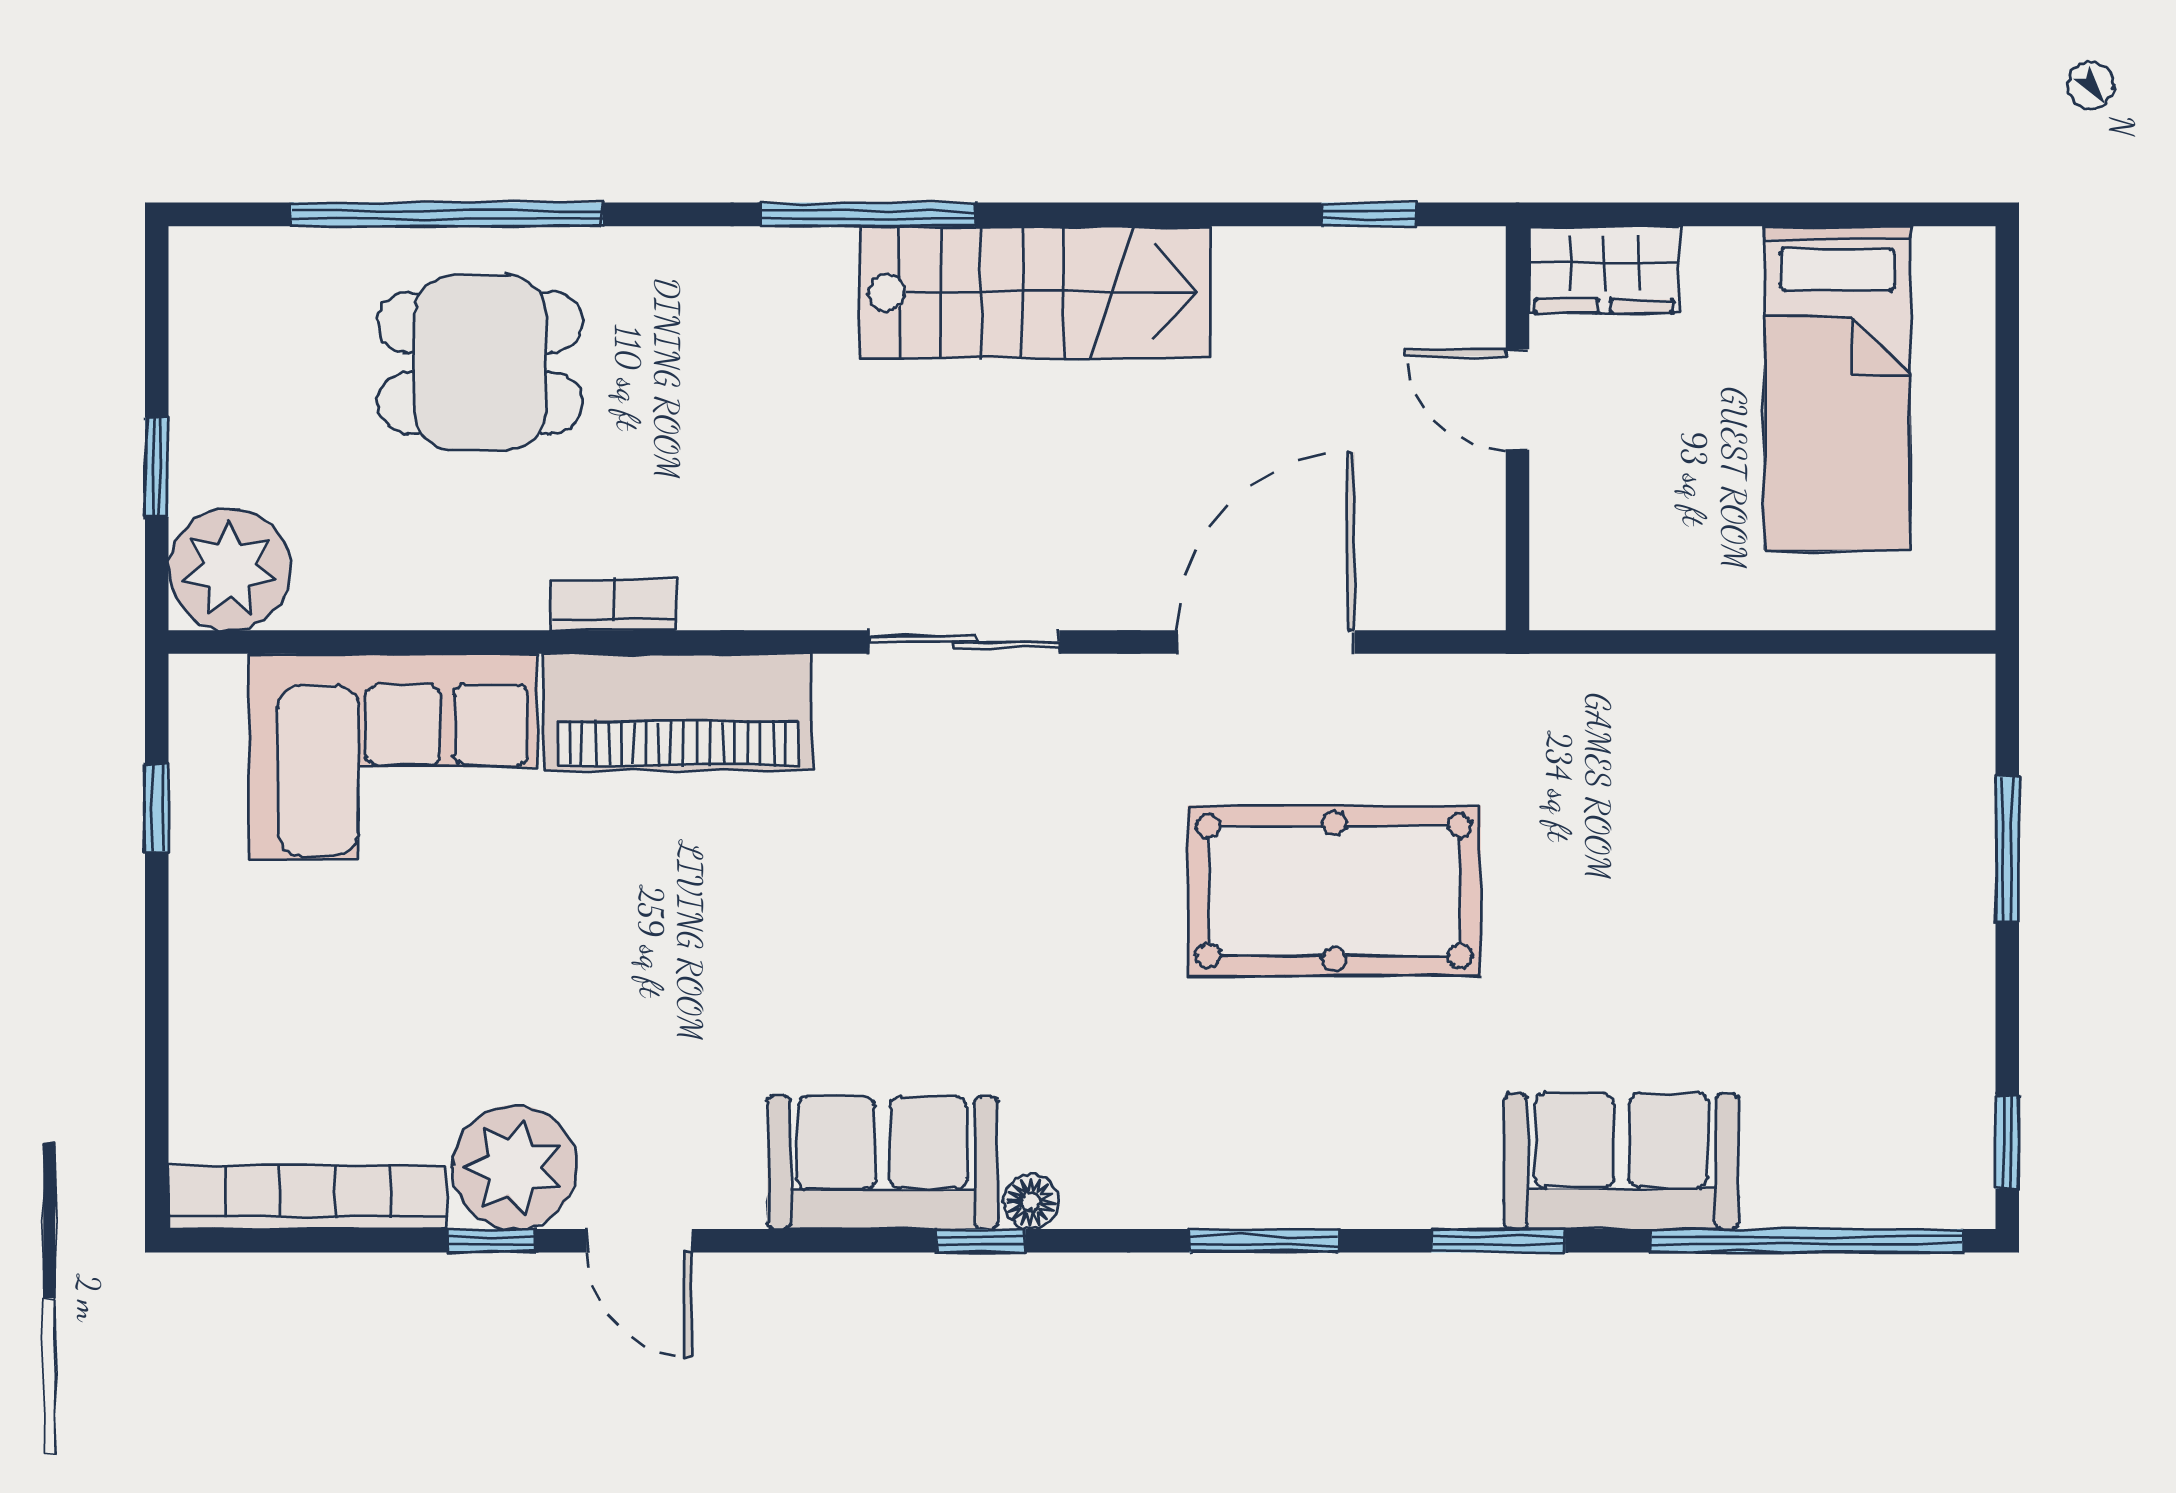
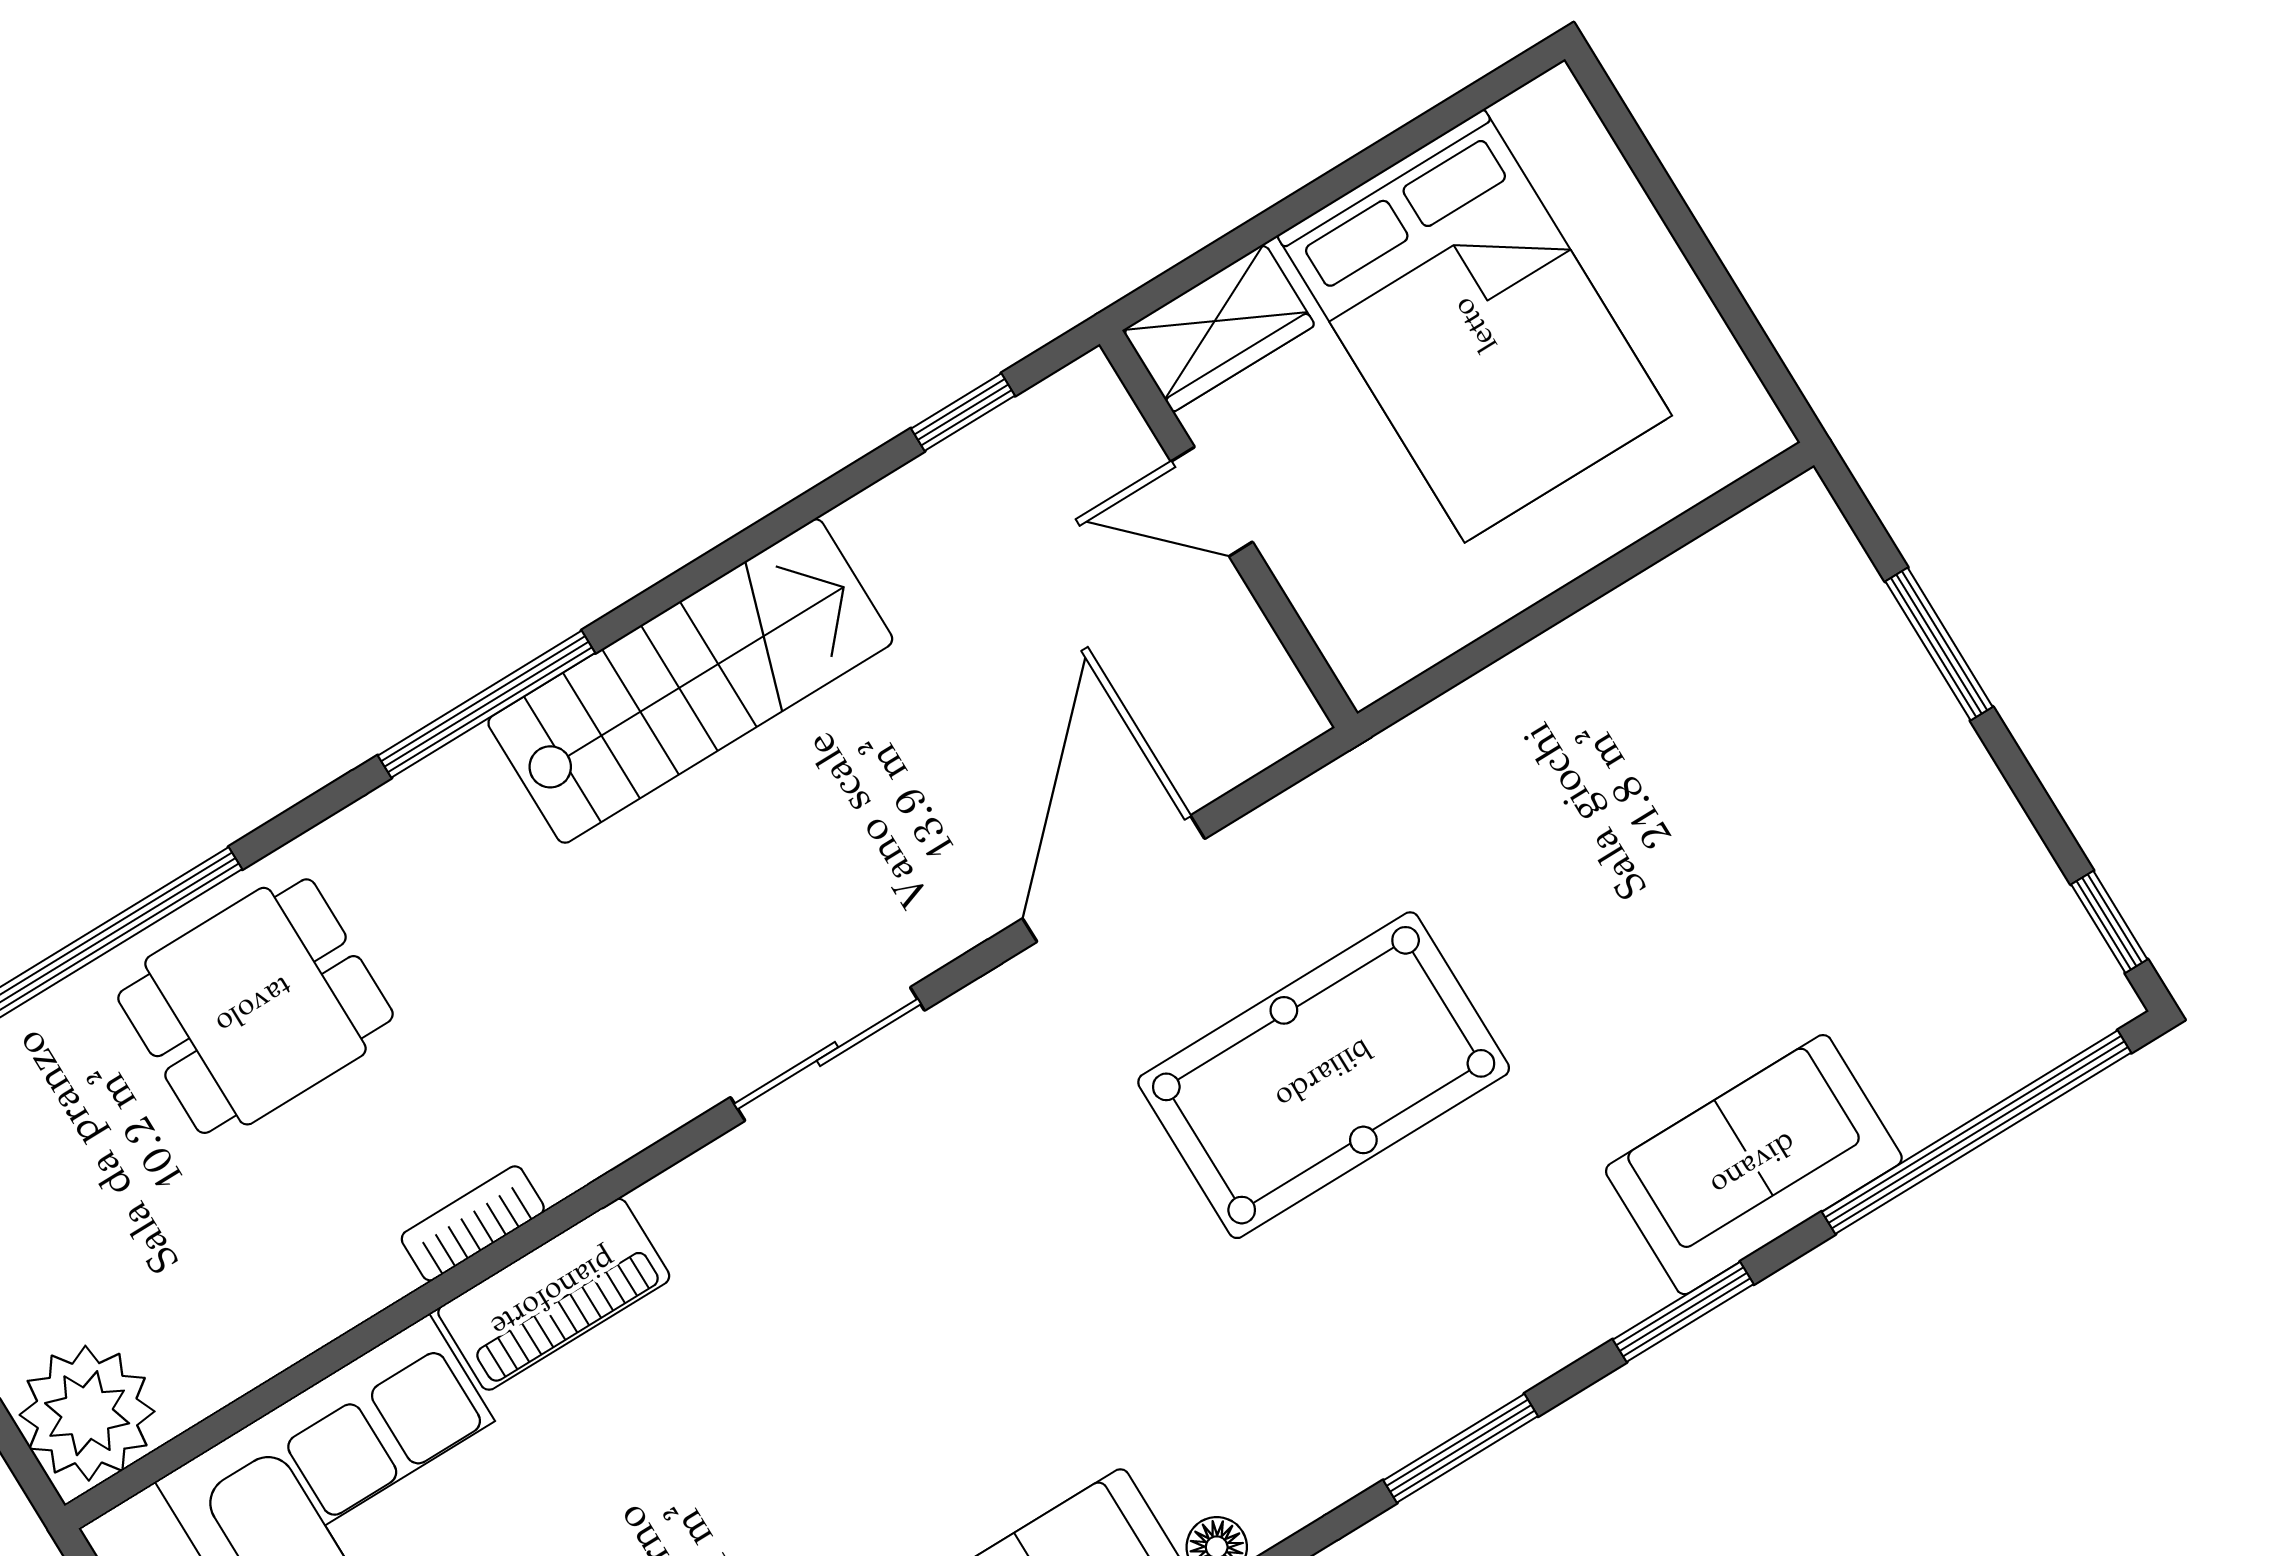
dining table: (480, 363) -> (255, 1006), moved
bed: (1837, 388) -> (1474, 326), width x1.50
piano: (678, 712) -> (554, 1294), width x0.73, depth x0.75

